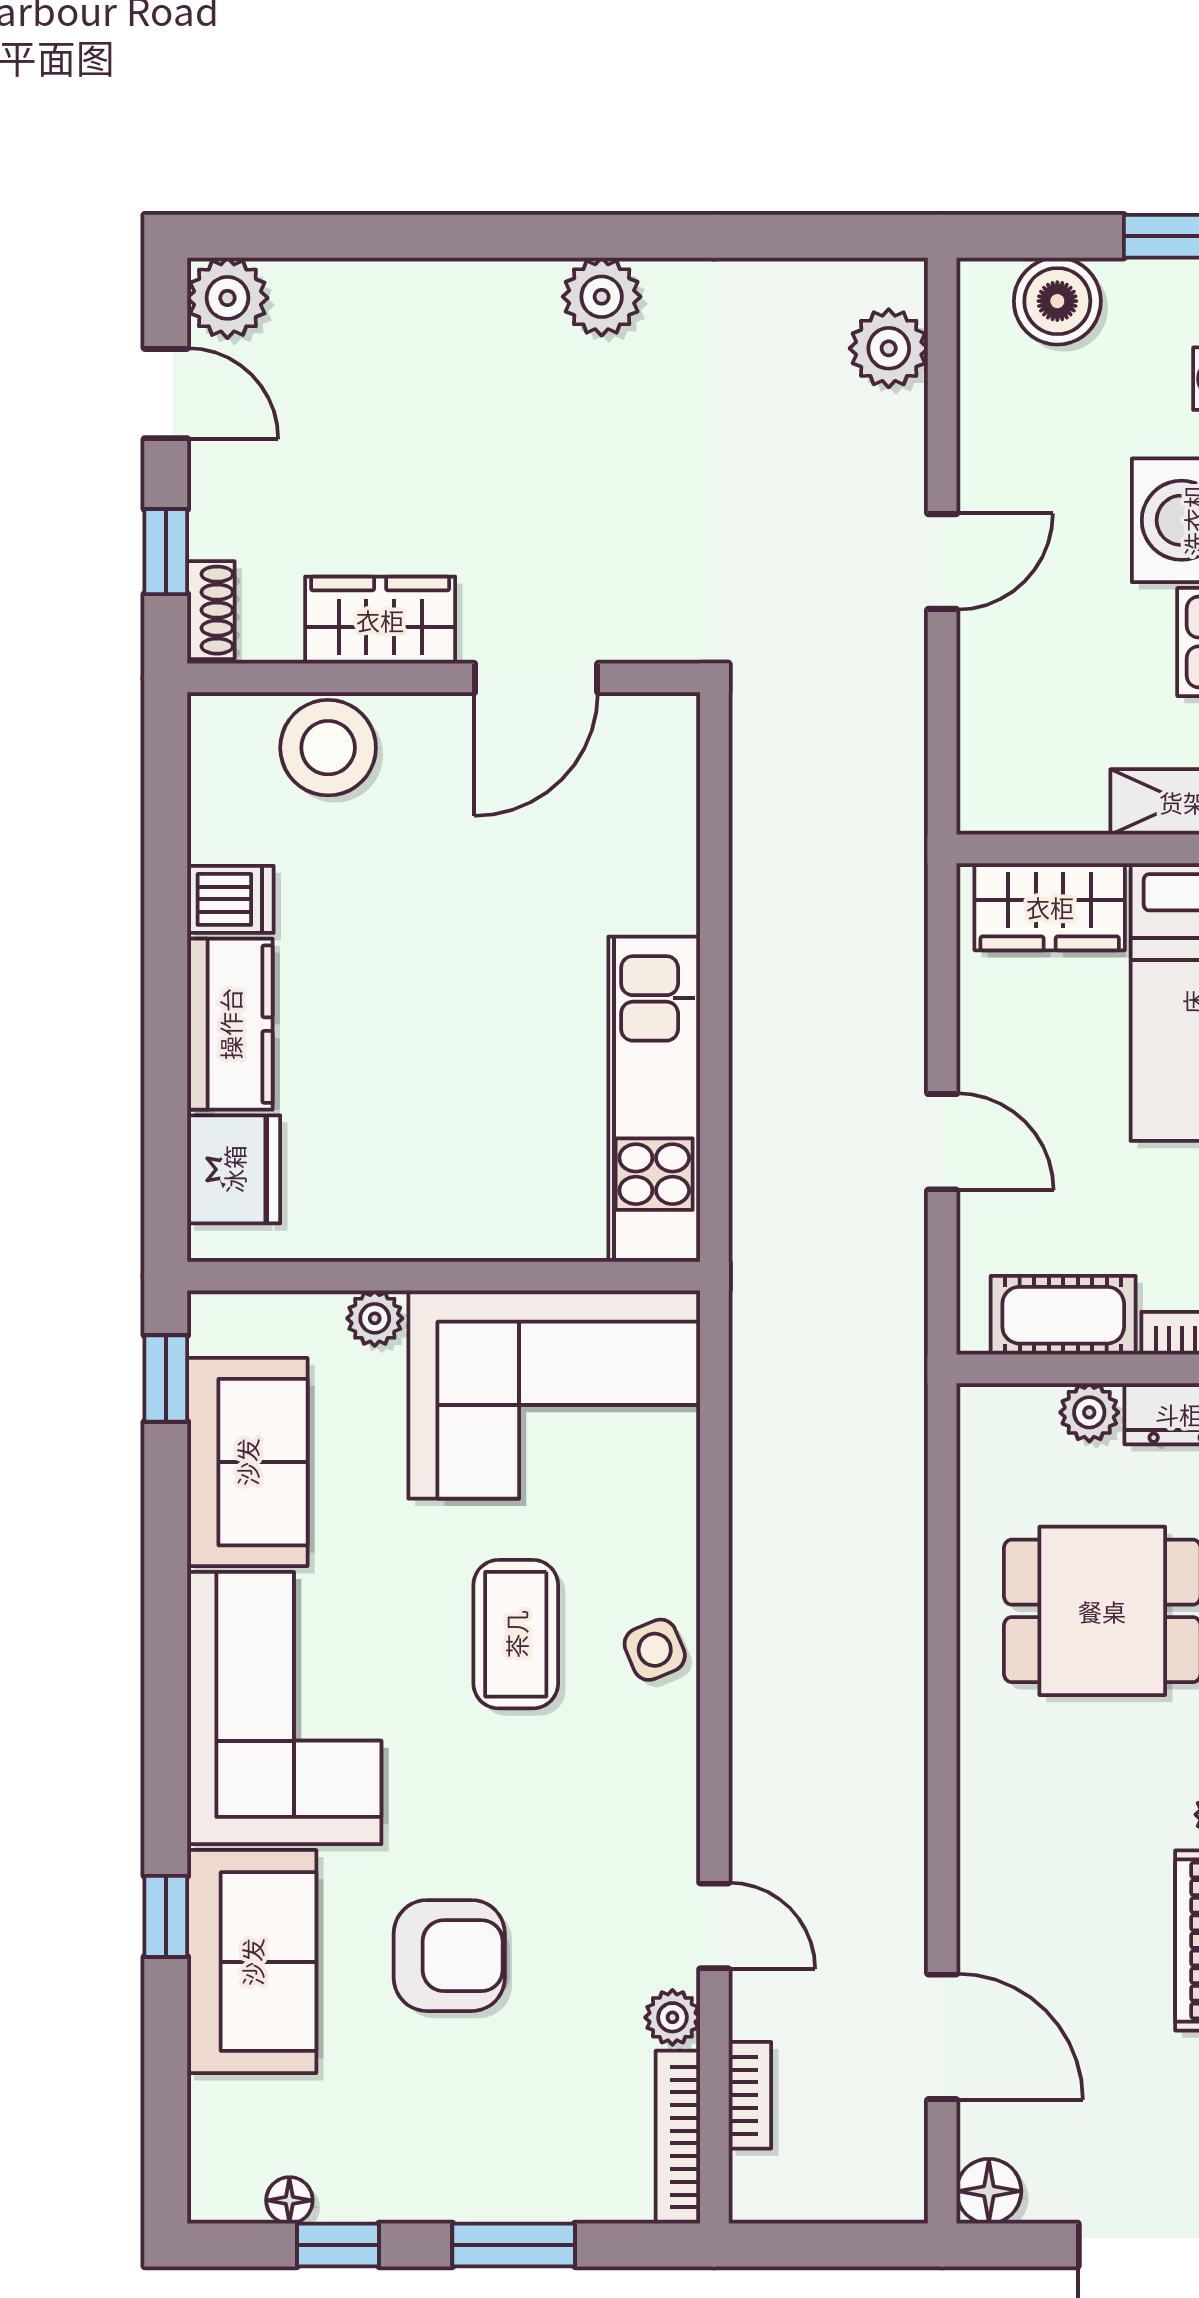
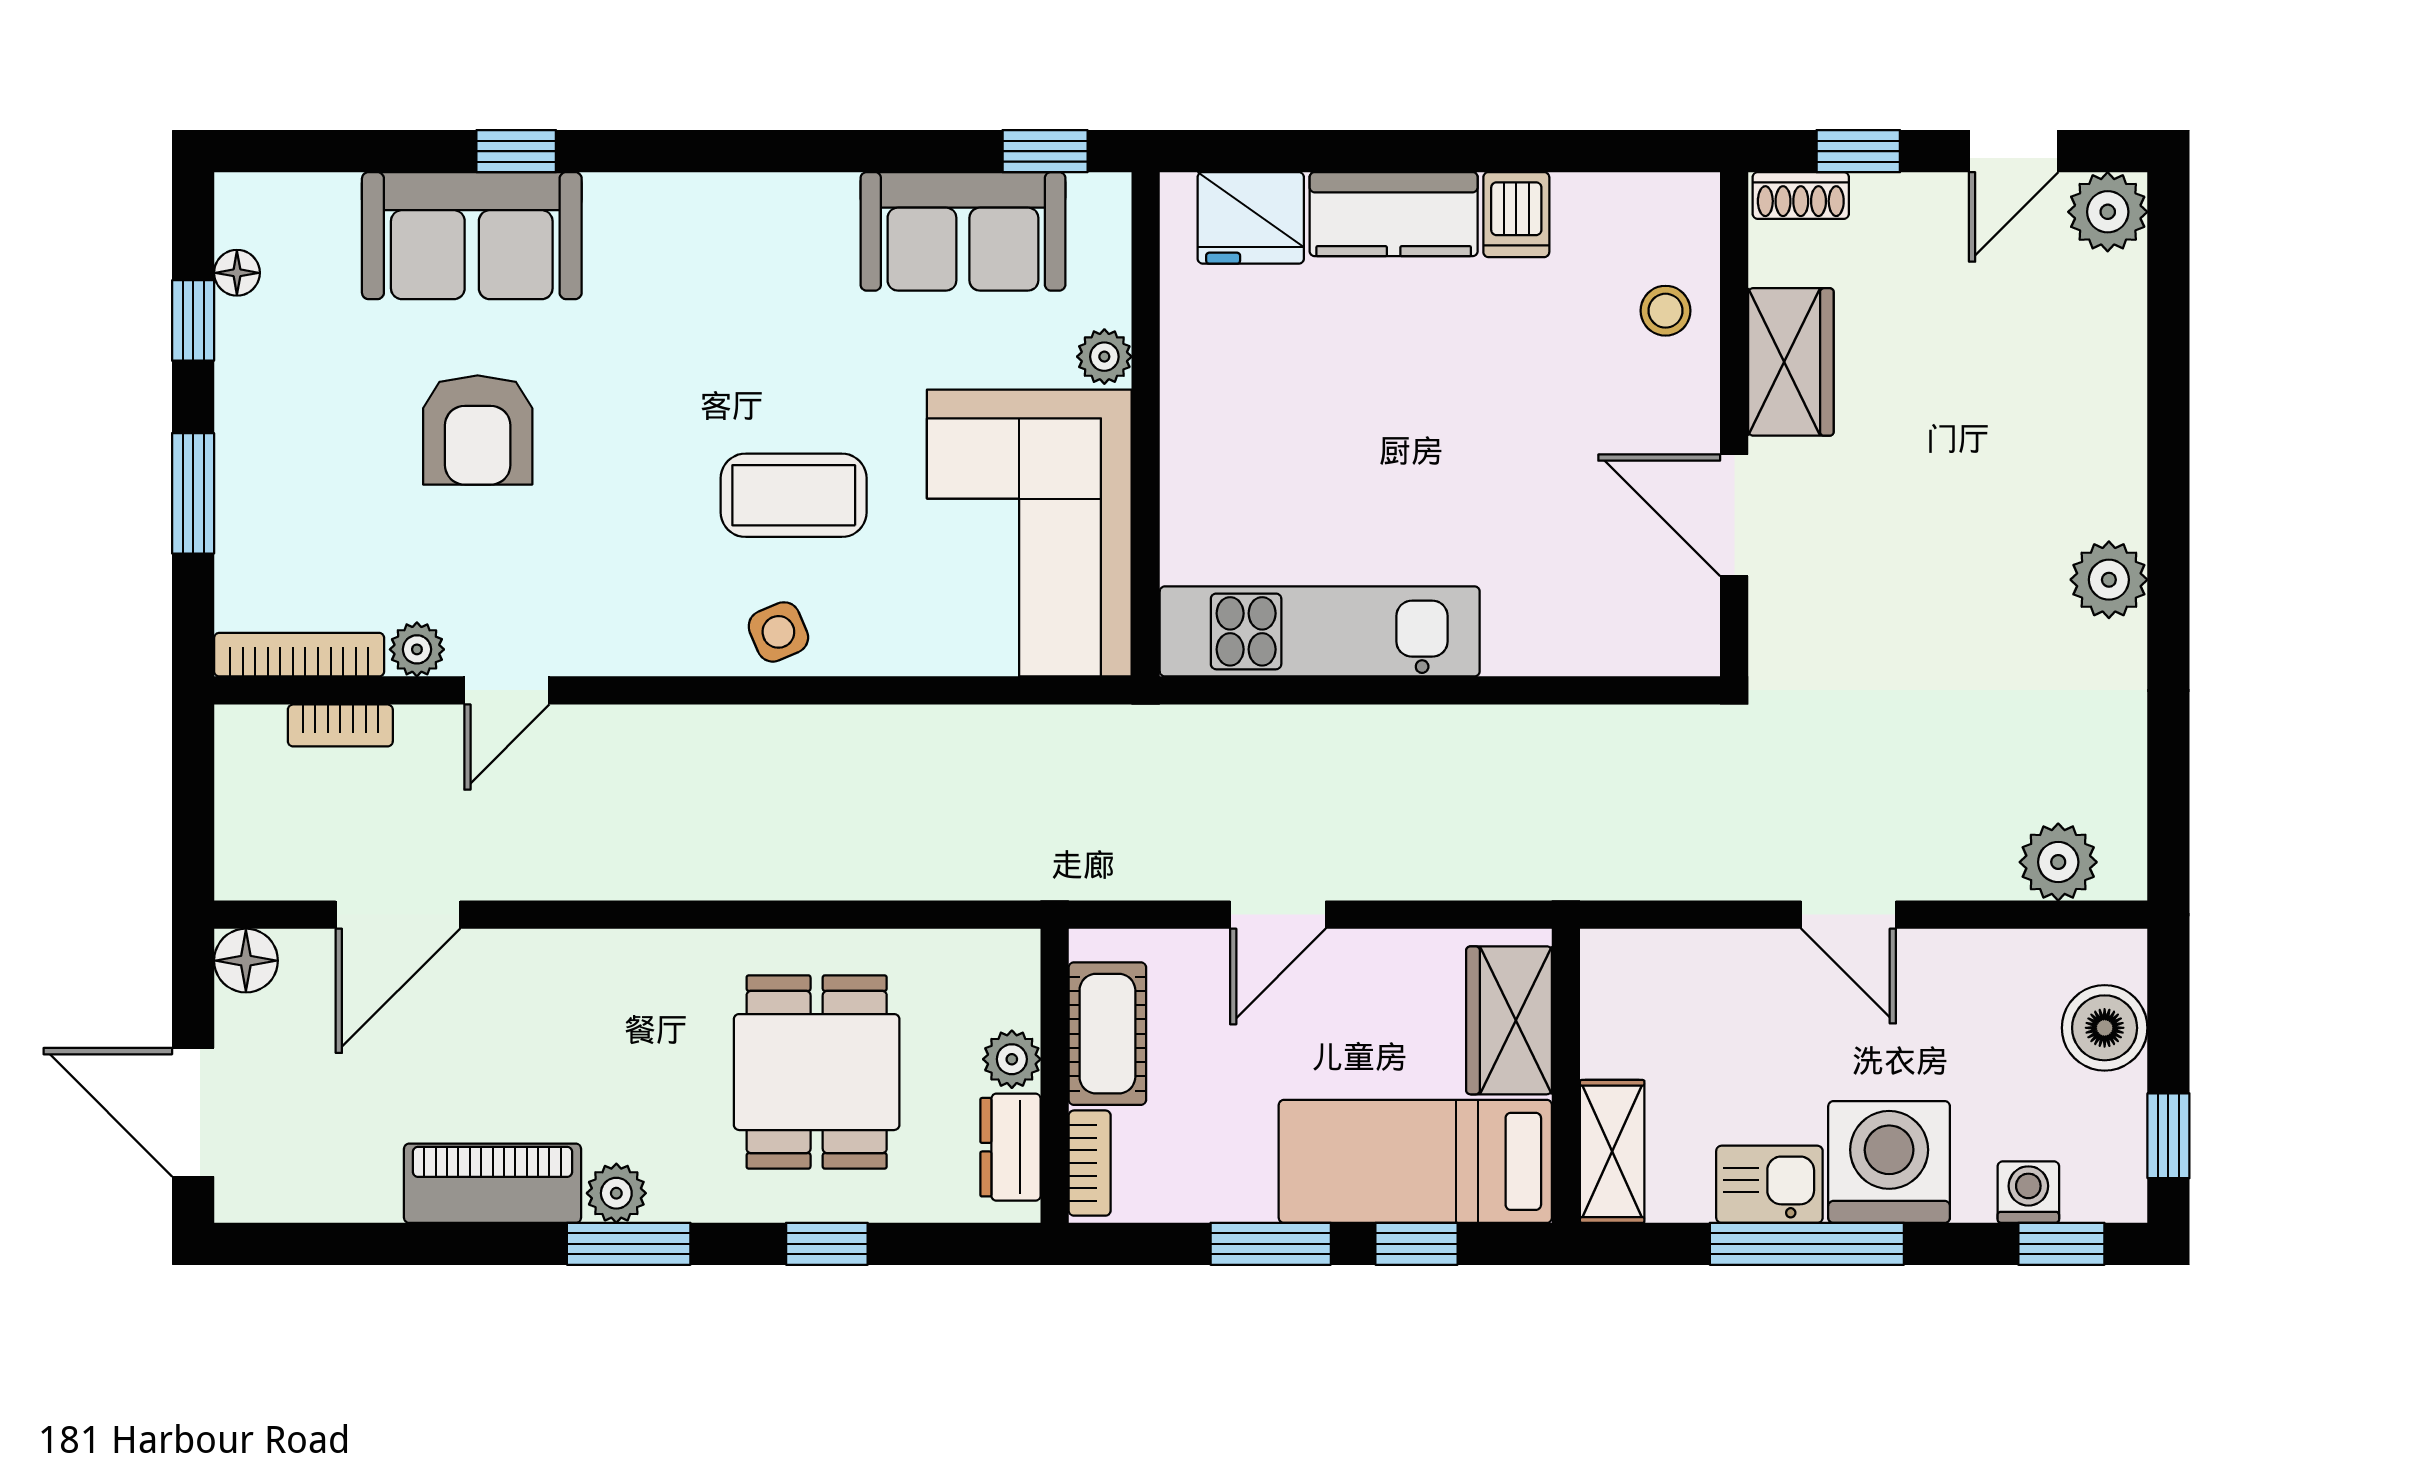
stool: (328, 748) -> (1666, 311), width x0.53, depth x0.53
corner sofa: (284, 1708) -> (721, 268), removed

